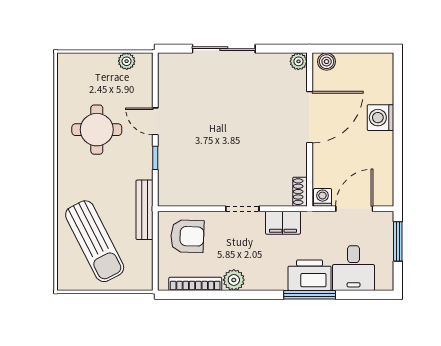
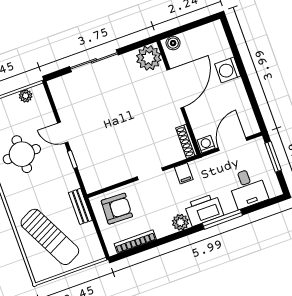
plant: (298, 61) -> (149, 58), width x1.88, depth x1.88
shoe rack: (300, 192) -> (186, 141), width x1.43
bench: (144, 210) -> (80, 206), width x0.73
filing cabinet: (283, 223) -> (184, 173), width x0.50
printer: (310, 275) -> (204, 210), moved
plant: (234, 280) -> (180, 222), moved

